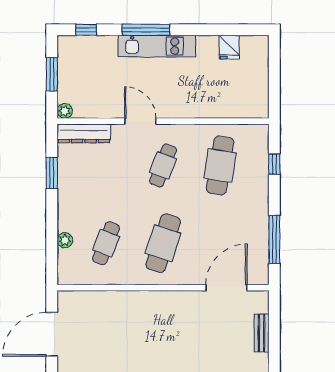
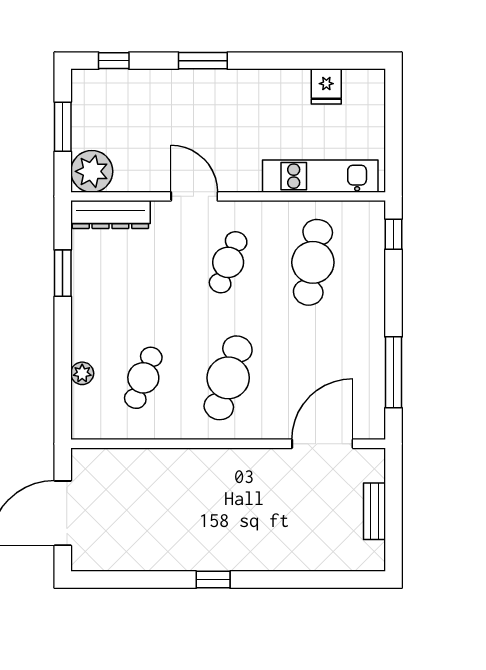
window: (146, 30) -> (203, 61), width x0.69
kitchen unit: (157, 46) -> (320, 176), moved, turned 180
plant: (65, 111) -> (92, 171), width x1.88, depth x1.88
window: (274, 164) -> (393, 234), moved

